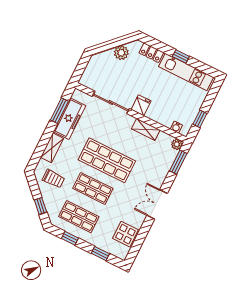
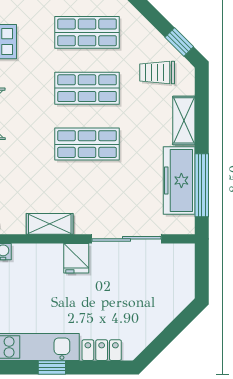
plant: (121, 53) -> (149, 326), removed
window: (59, 111) -> (202, 185), width x1.44
shop shelf: (107, 160) -> (87, 144), width x0.70, depth x0.74
window: (40, 206) -> (179, 42), moved

